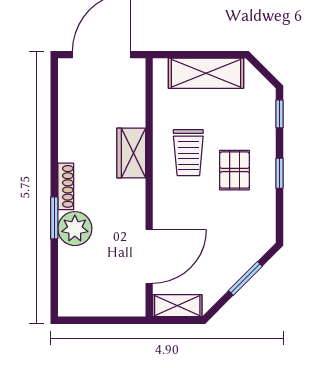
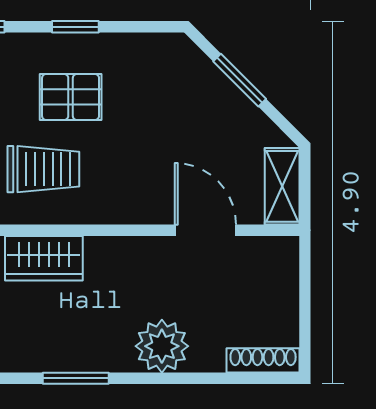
shoe rack: (66, 186) -> (263, 360), moved
window: (54, 218) -> (76, 378), moved
door: (149, 256) -> (205, 230), width x0.73

